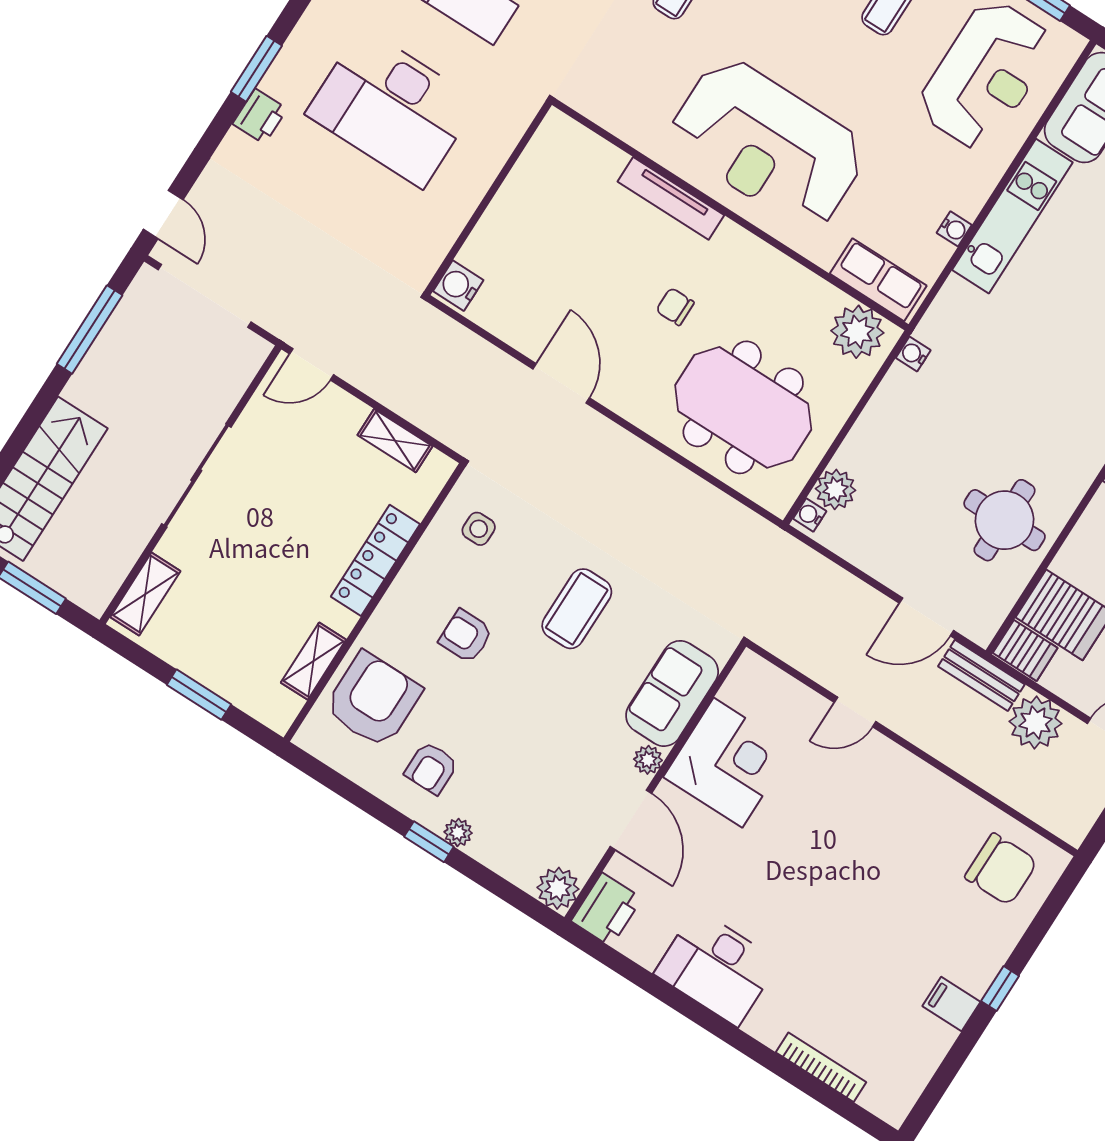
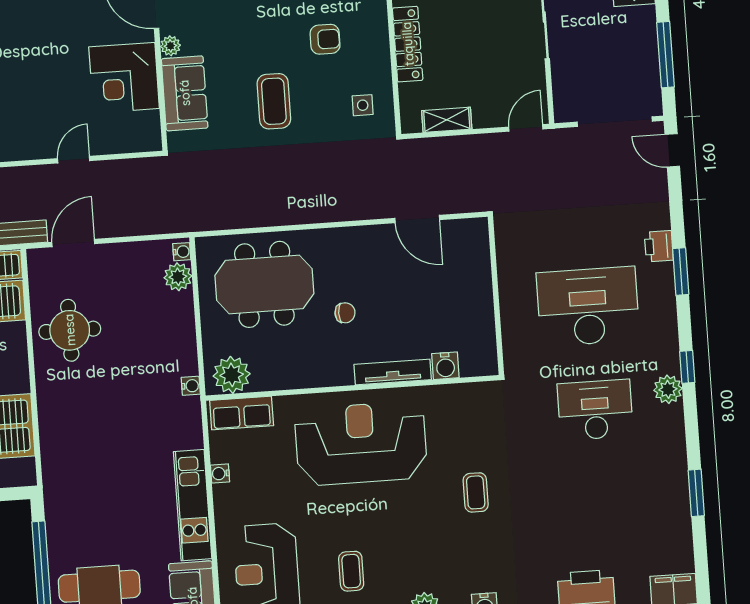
water cooler: (458, 286) -> (445, 366), moved, turned 90
door: (561, 383) -> (417, 219), moved

